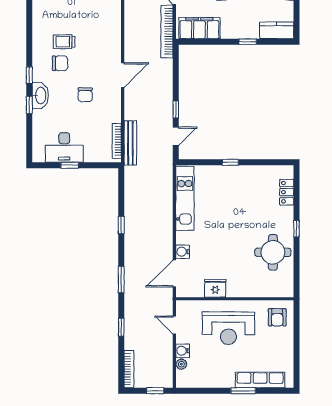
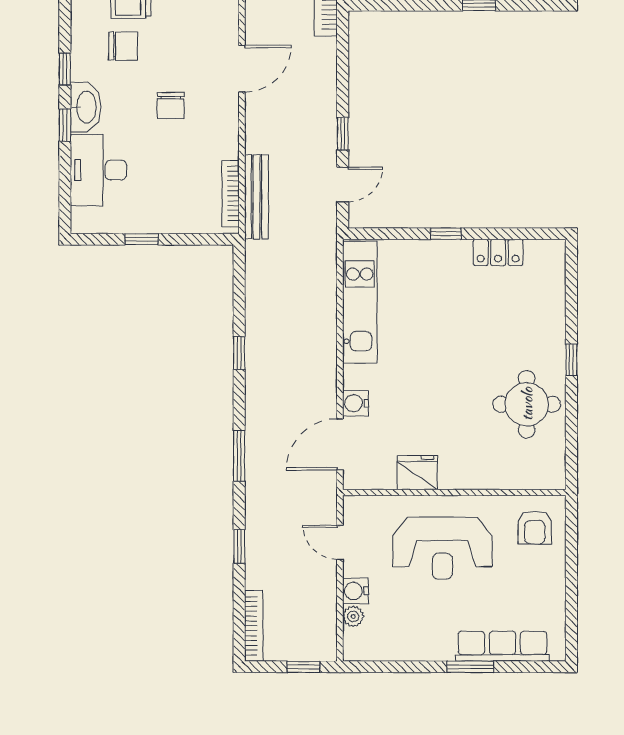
desk: (64, 147) -> (98, 170), moved, turned 90
locker: (287, 192) -> (498, 252), moved, turned -90

